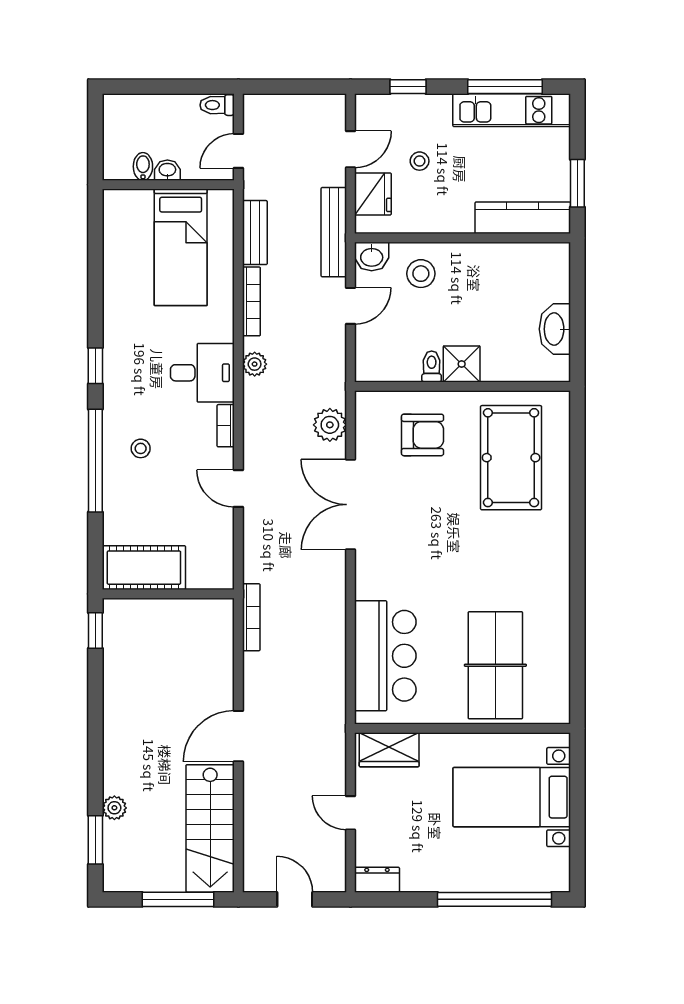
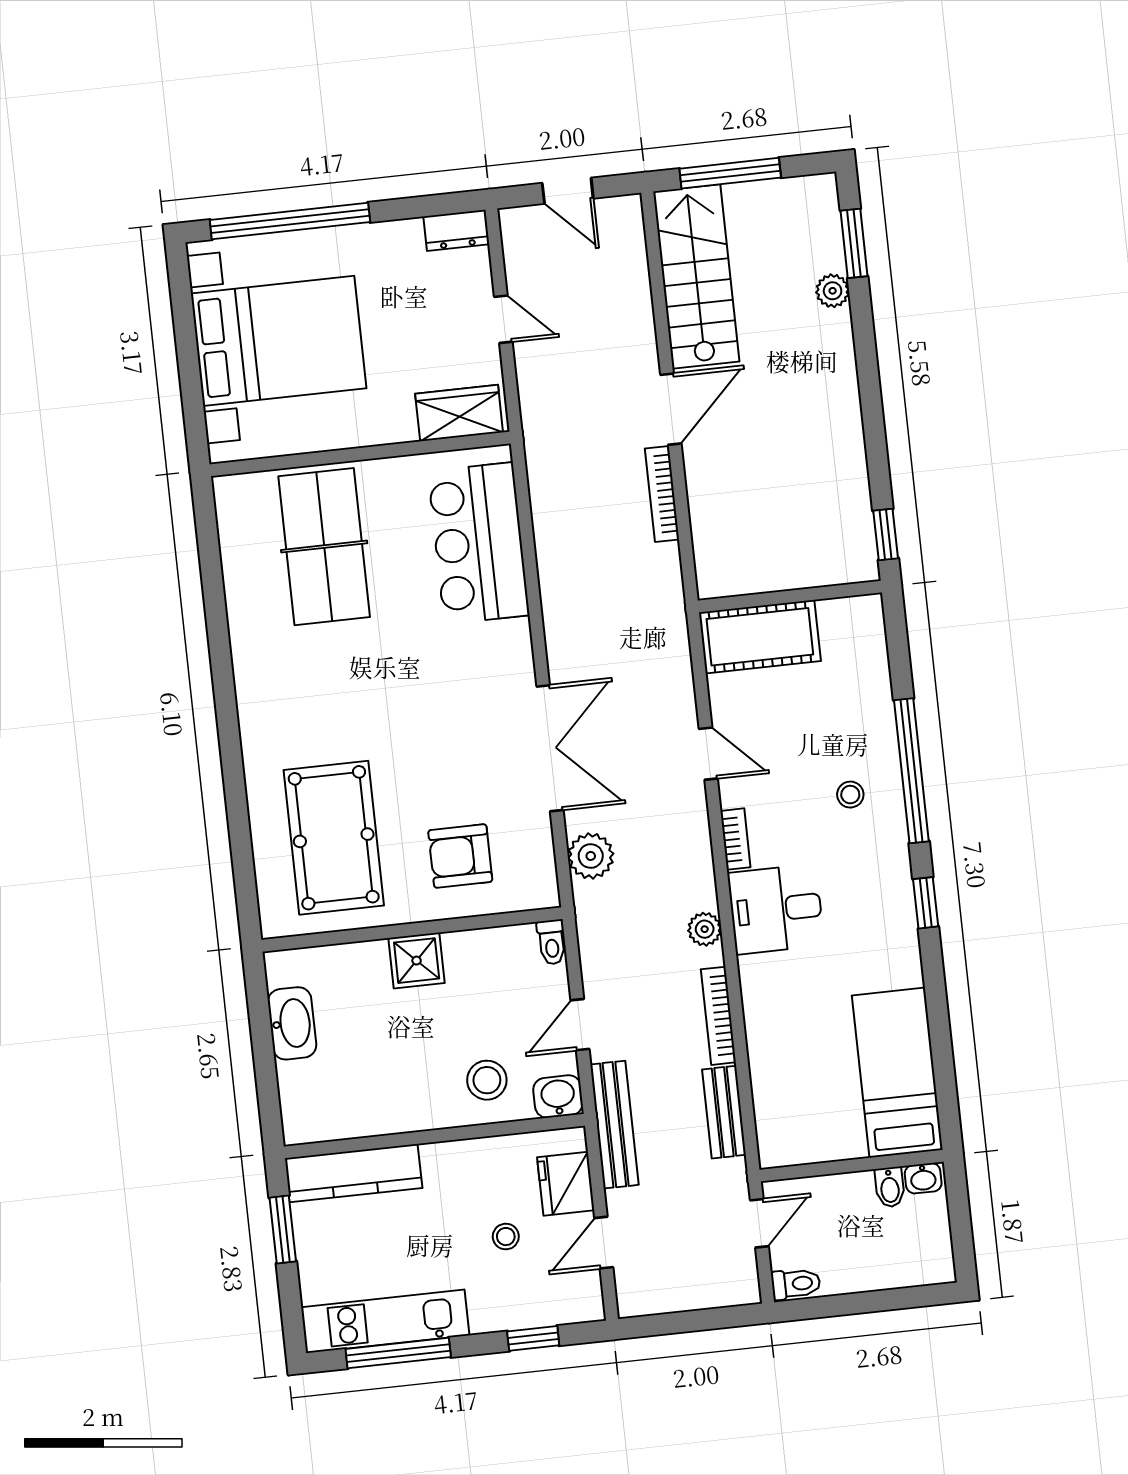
washbasin: (167, 170) -> (923, 1178), moved
bed: (181, 247) -> (897, 1073), moved
toilet: (432, 367) -> (552, 942), moved
cot: (144, 568) -> (760, 637), moved
bookcase: (251, 617) -> (662, 494), moved
bed with nightstands: (512, 797) -> (279, 341), width x1.36

